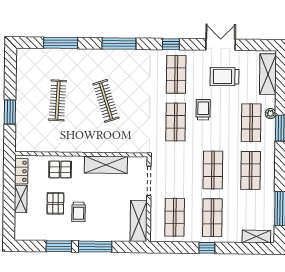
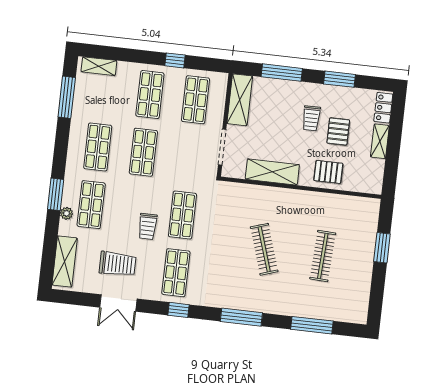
locker: (21, 171) -> (383, 108), moved
trolley: (79, 212) -> (311, 118), turned 180
window: (95, 247) -> (282, 73), moved
window: (207, 248) -> (175, 60), moved

